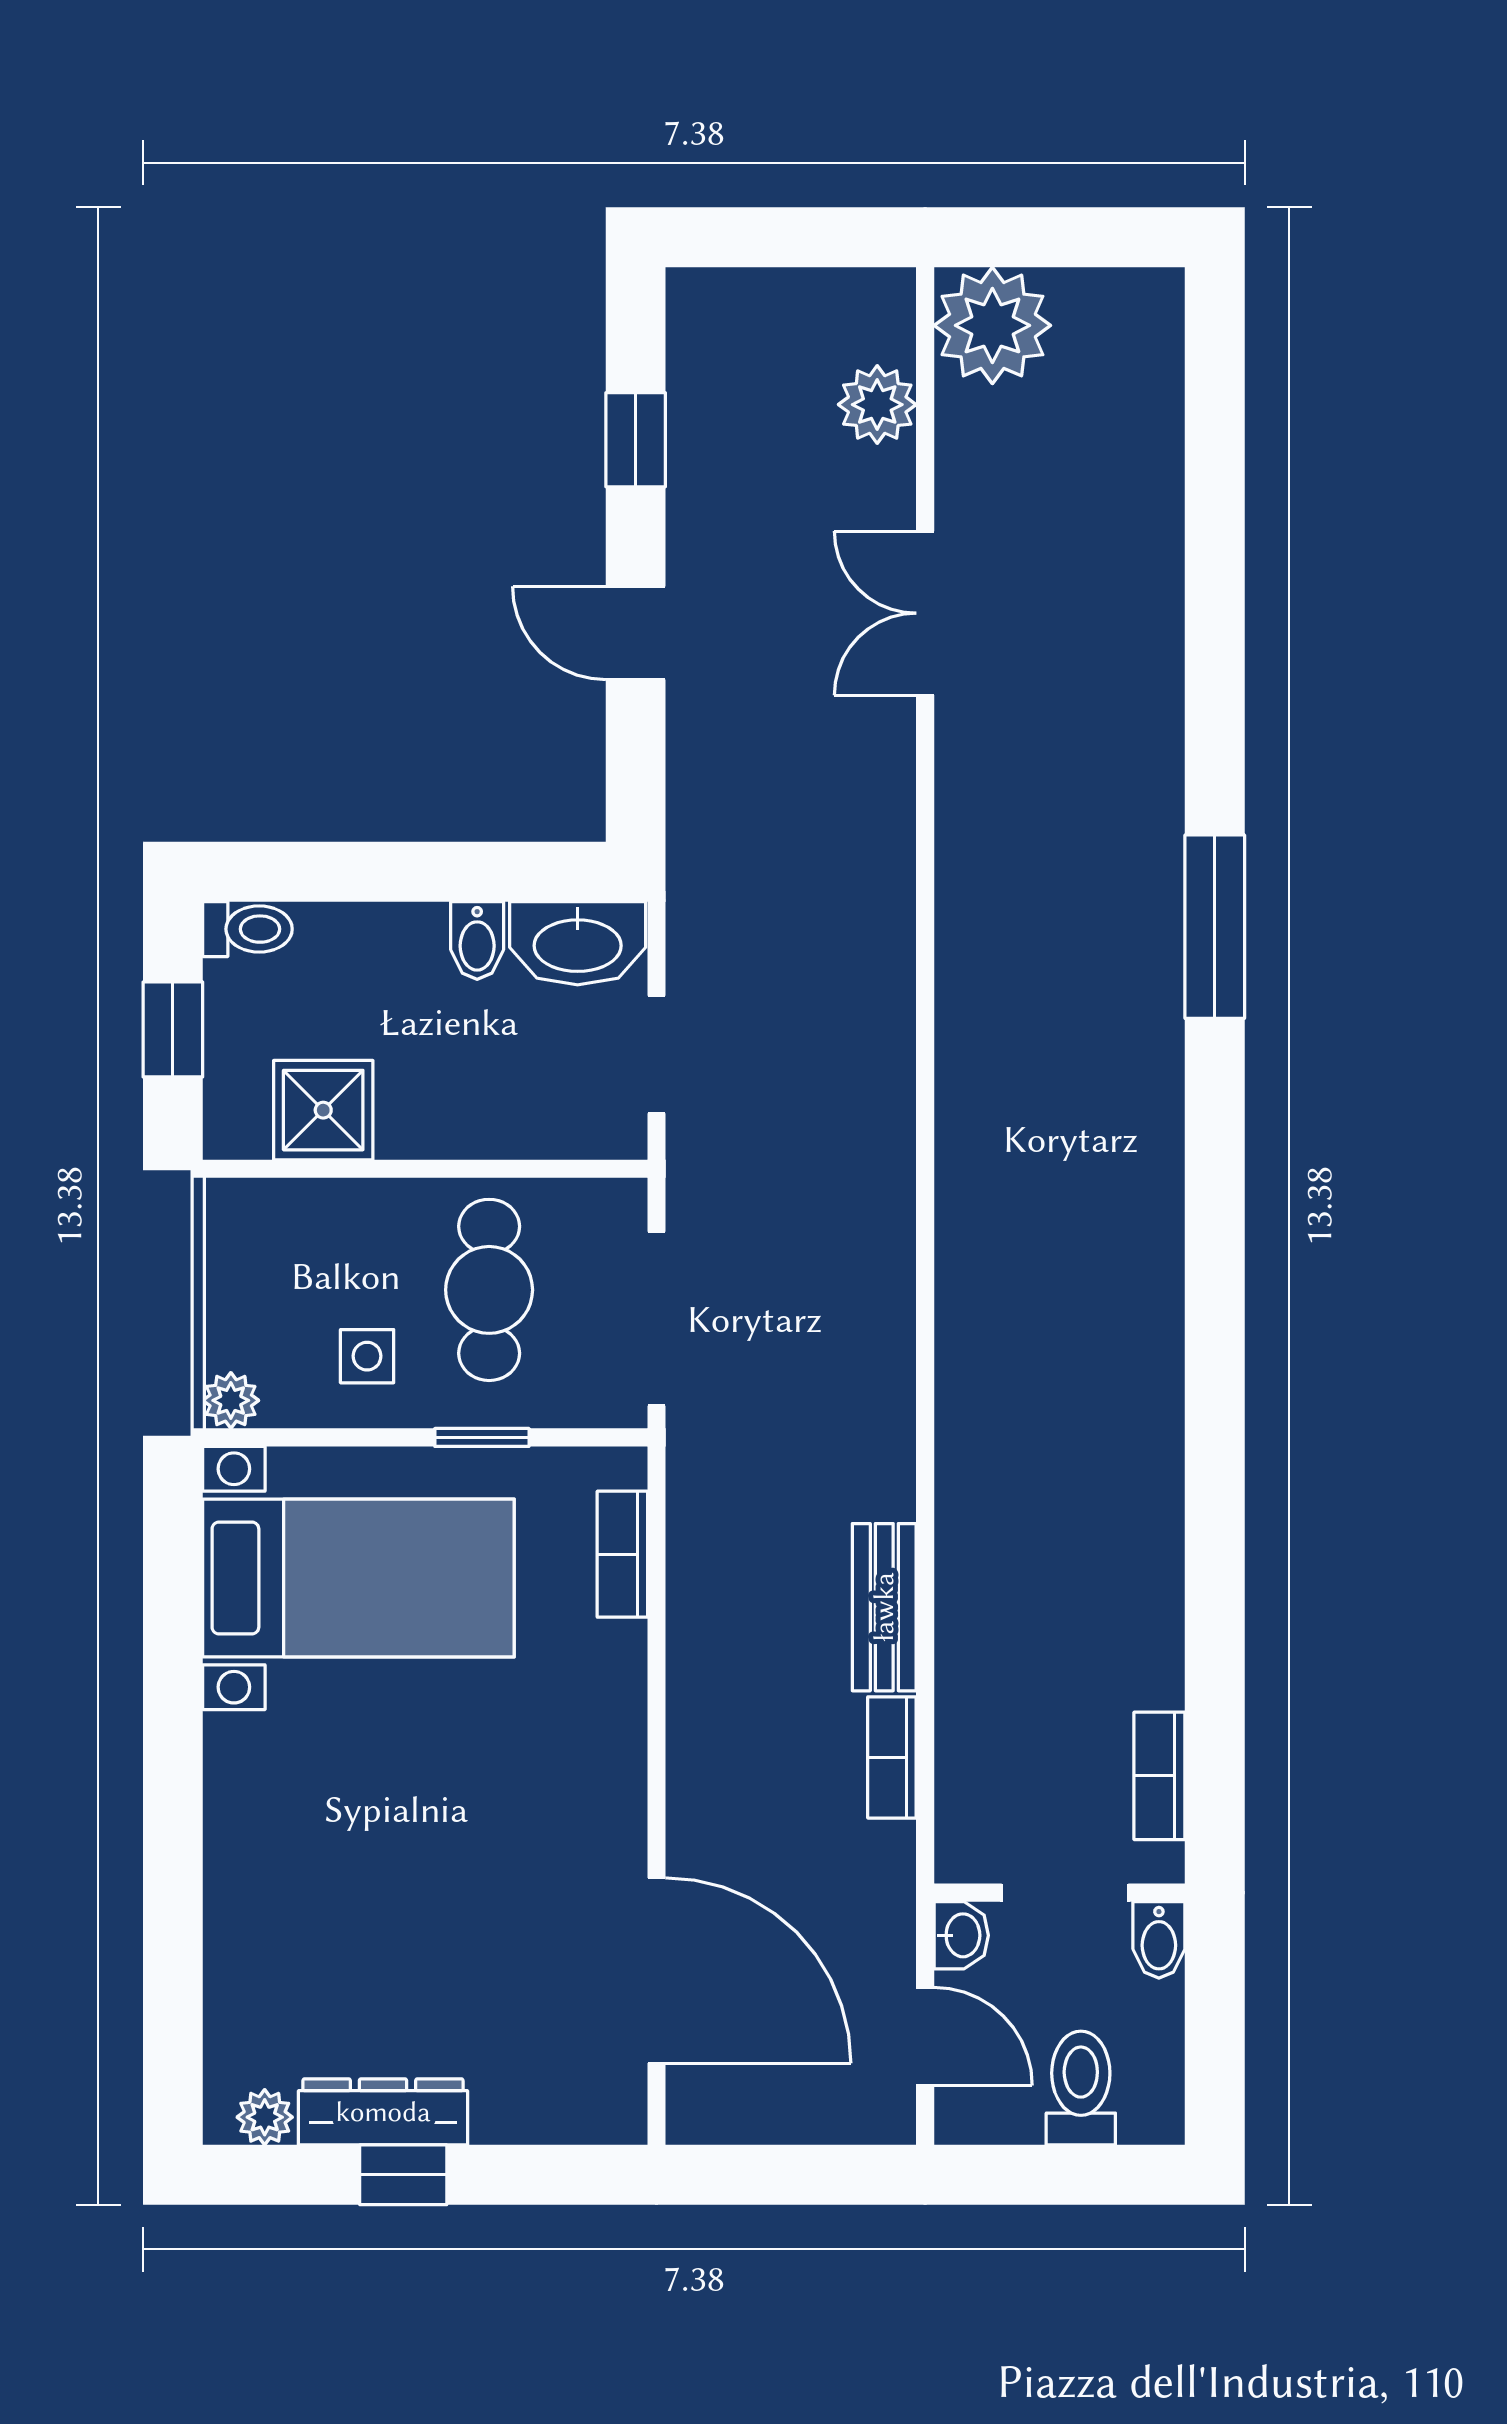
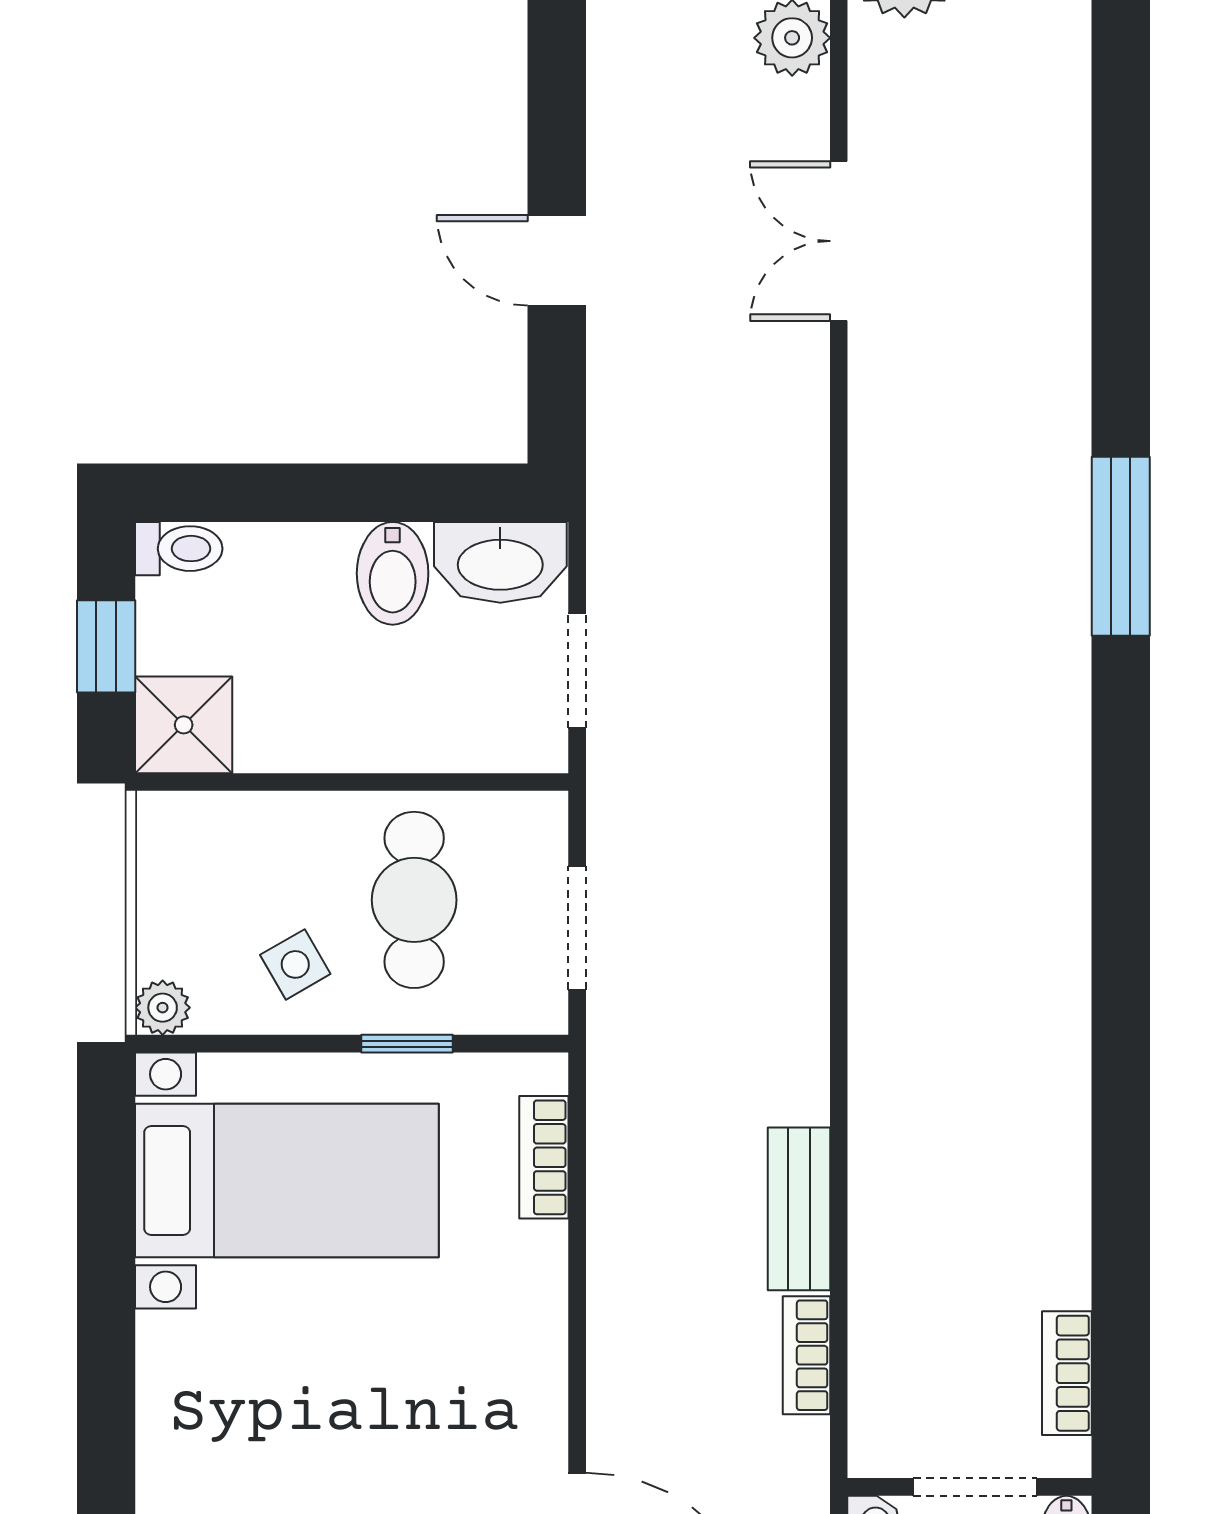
window: (636, 440) -> (557, 72), removed
bidet: (477, 940) -> (393, 573), width x1.38, depth x1.36
shower: (323, 1110) -> (184, 725), moved
doorway: (657, 1319) -> (577, 928), width x0.73
side table: (367, 1356) -> (295, 964), turned -30

